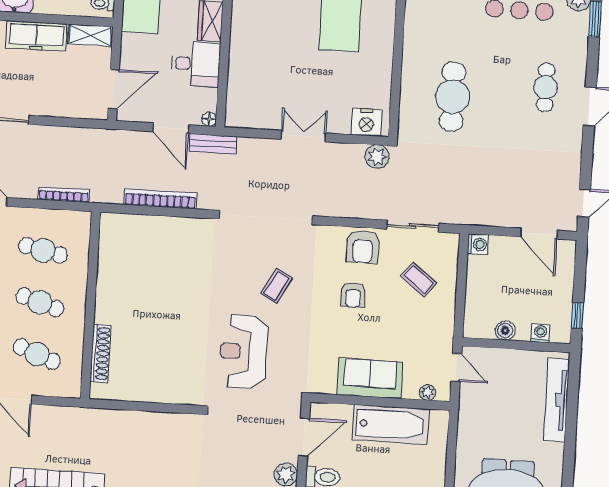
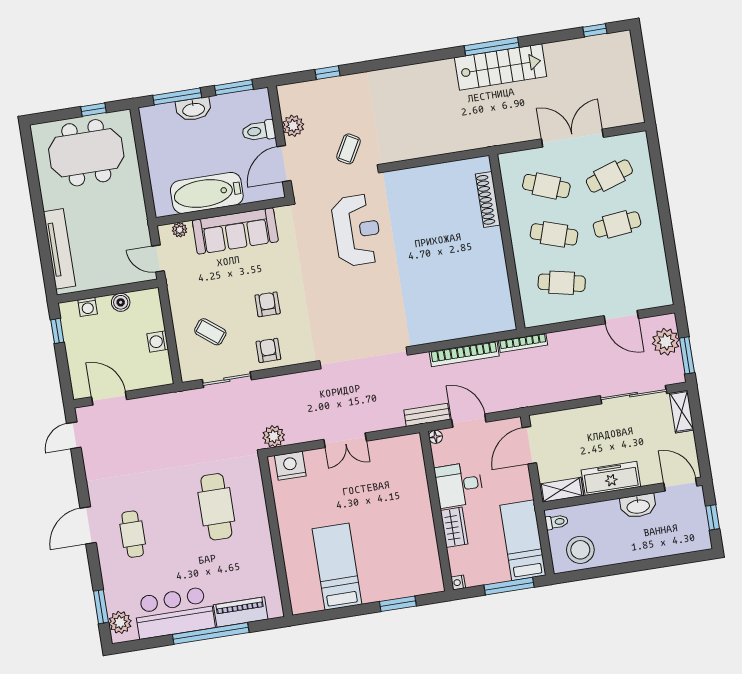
bookcase: (64, 195) -> (523, 343), moved
washing machine: (478, 244) -> (158, 341), moved
armchair: (363, 247) -> (268, 350), width x0.72, depth x0.72
coffee table: (277, 286) -> (349, 149), moved
sofa: (370, 378) -> (235, 231), width x1.36

